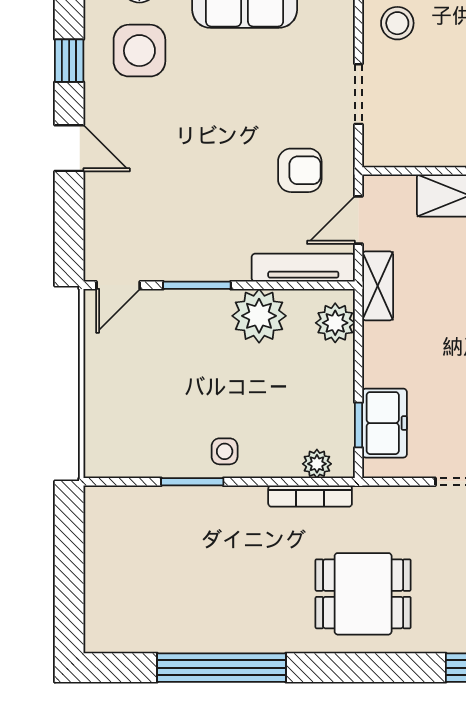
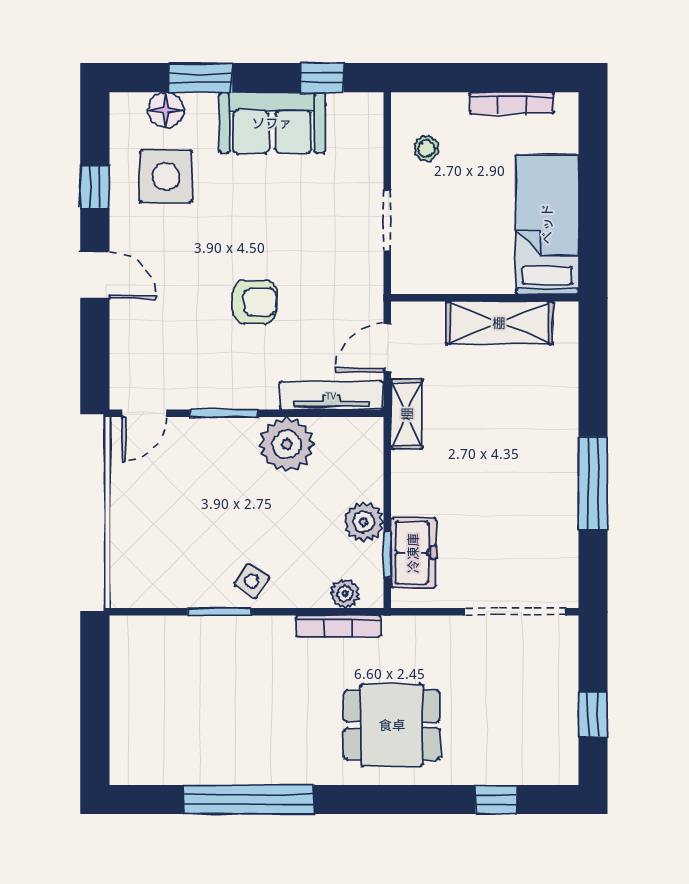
stool: (397, 23) -> (426, 149), width x0.73, depth x0.73
armchair: (300, 170) -> (255, 302), moved
plant: (335, 323) -> (364, 522), moved
side table: (225, 451) -> (252, 581), turned 34

